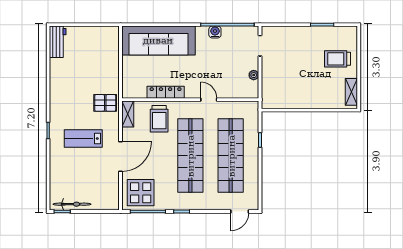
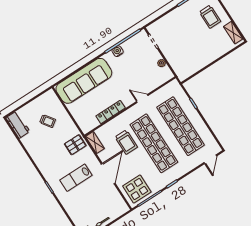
trolley: (92, 58) -> (48, 121), added
trolley: (337, 59) -> (210, 17), turned -90
trolley: (159, 119) -> (126, 142), moved

